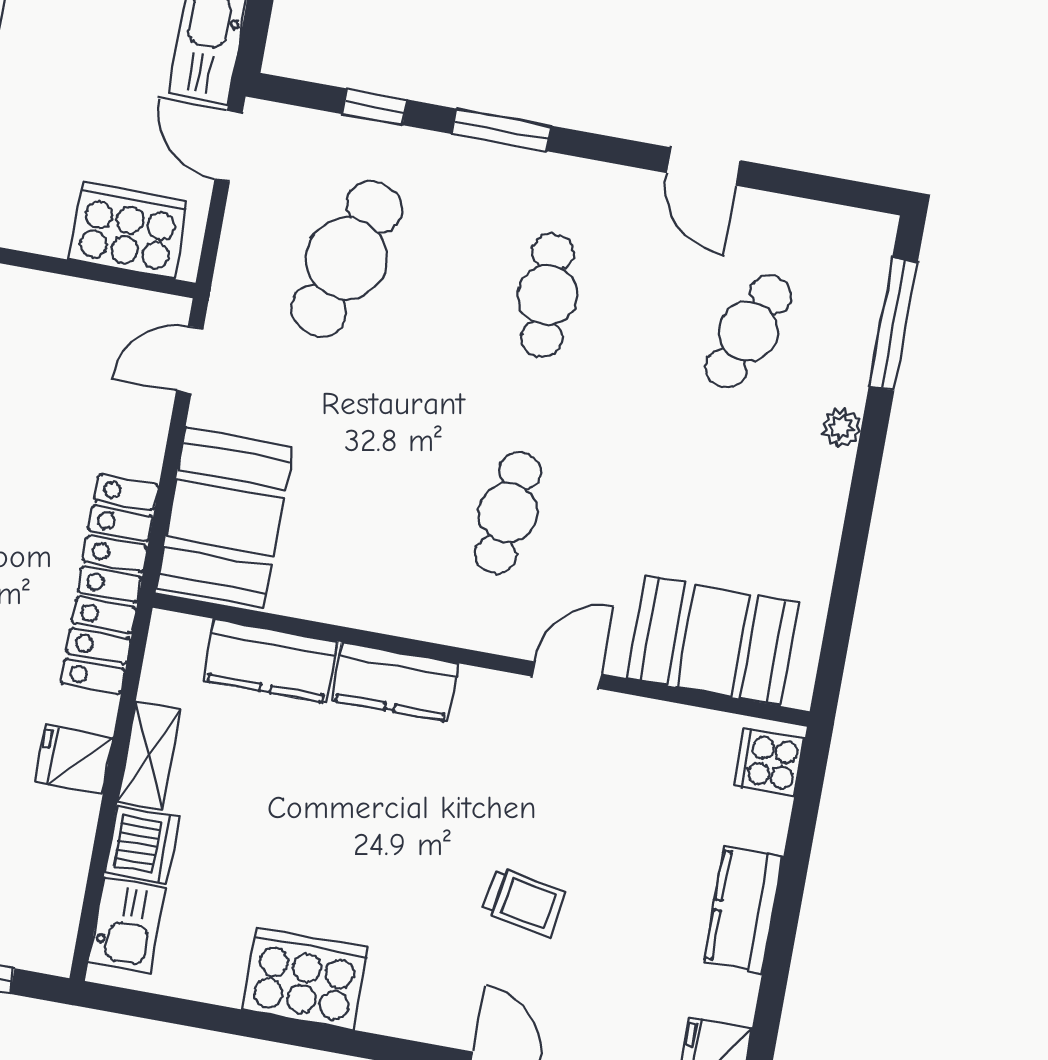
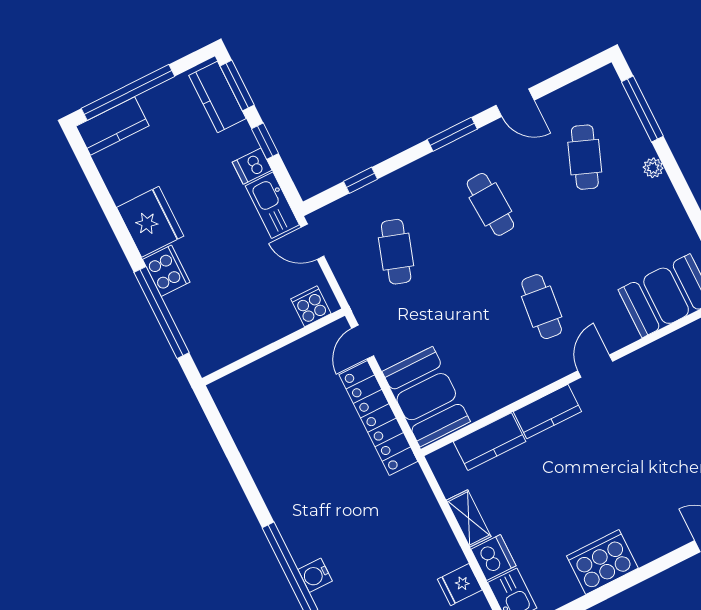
window: (502, 130) -> (452, 134), moved
cooker: (128, 230) -> (311, 306), width x0.53, depth x0.76
cafe table: (346, 259) -> (396, 252), width x0.73, depth x0.74
locker: (110, 585) -> (378, 418), moved
door: (567, 675) -> (595, 366), moved
fridge: (74, 759) -> (460, 585), moved
trolley: (524, 902) -> (669, 462), removed

